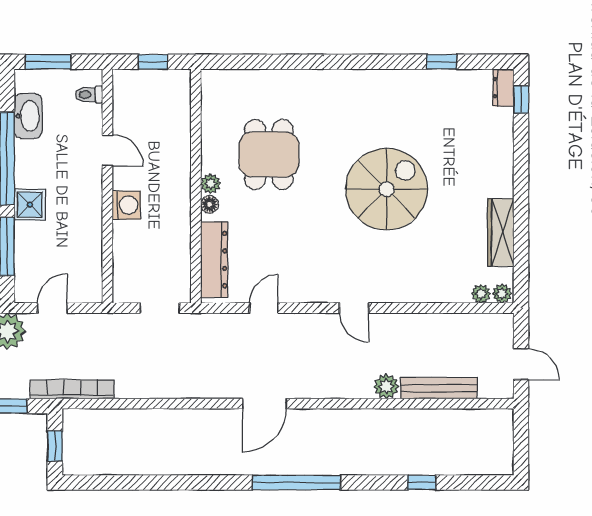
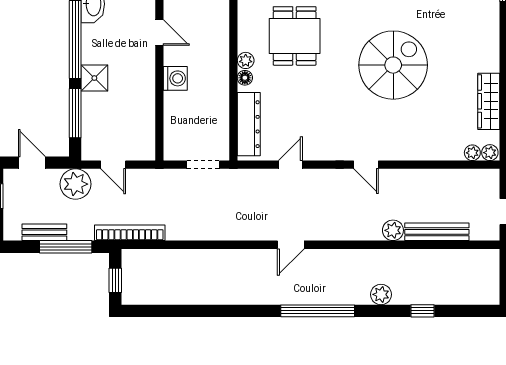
door: (52, 308) -> (113, 165), swing flipped
door: (264, 404) -> (291, 245), width x0.73
plant: (372, 463) -> (381, 294), added

